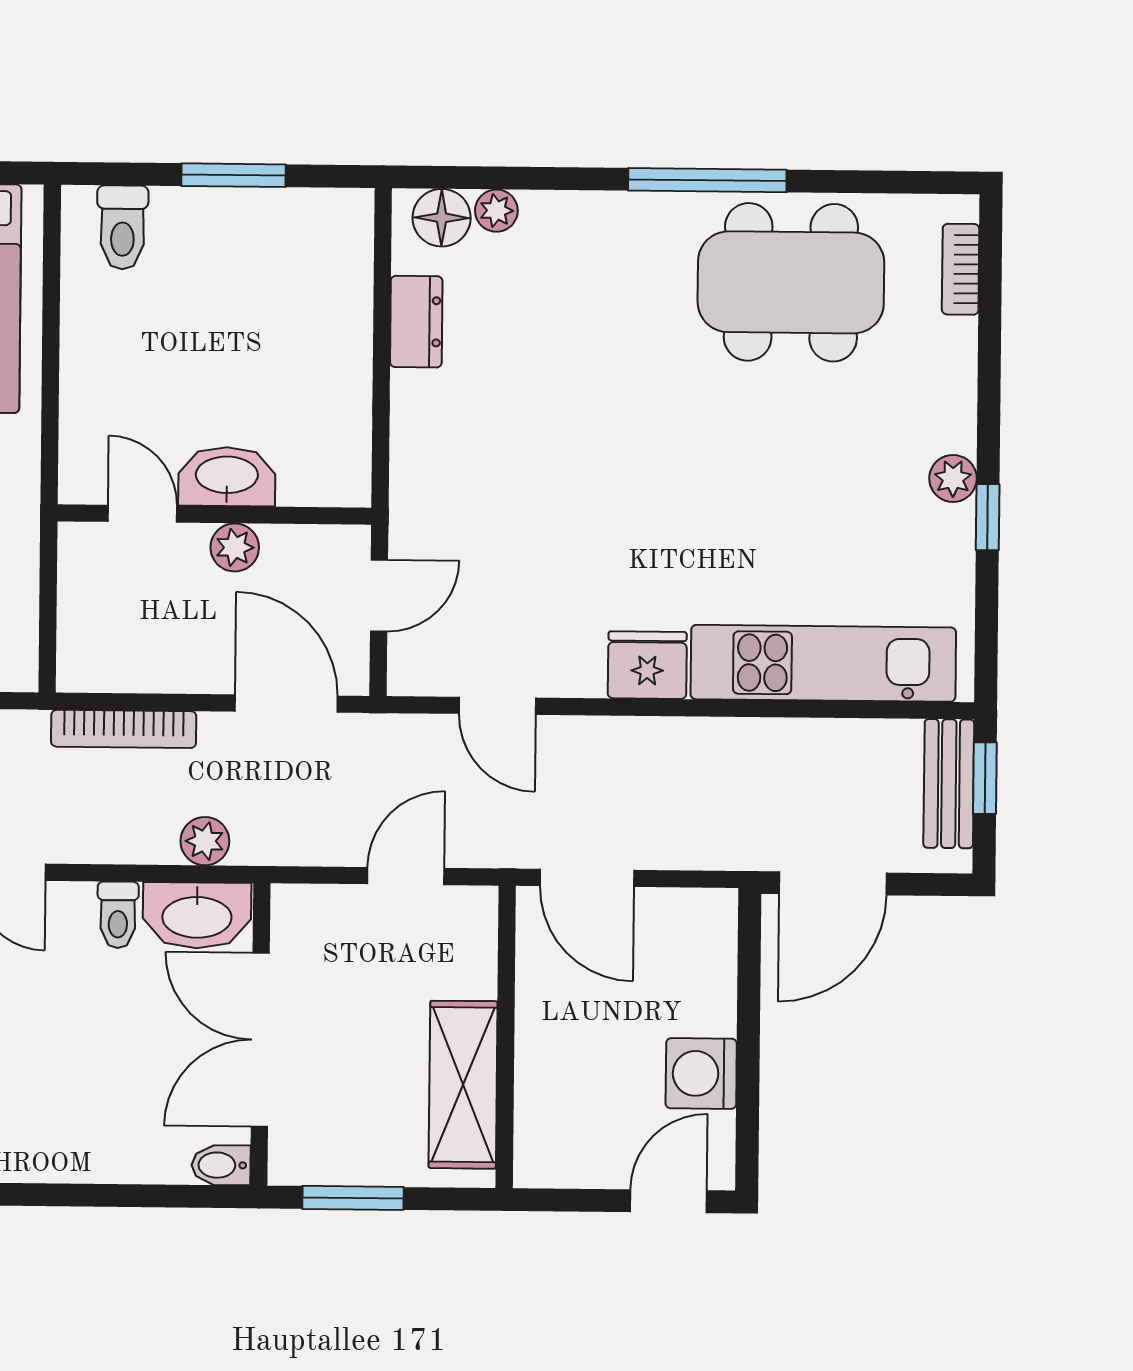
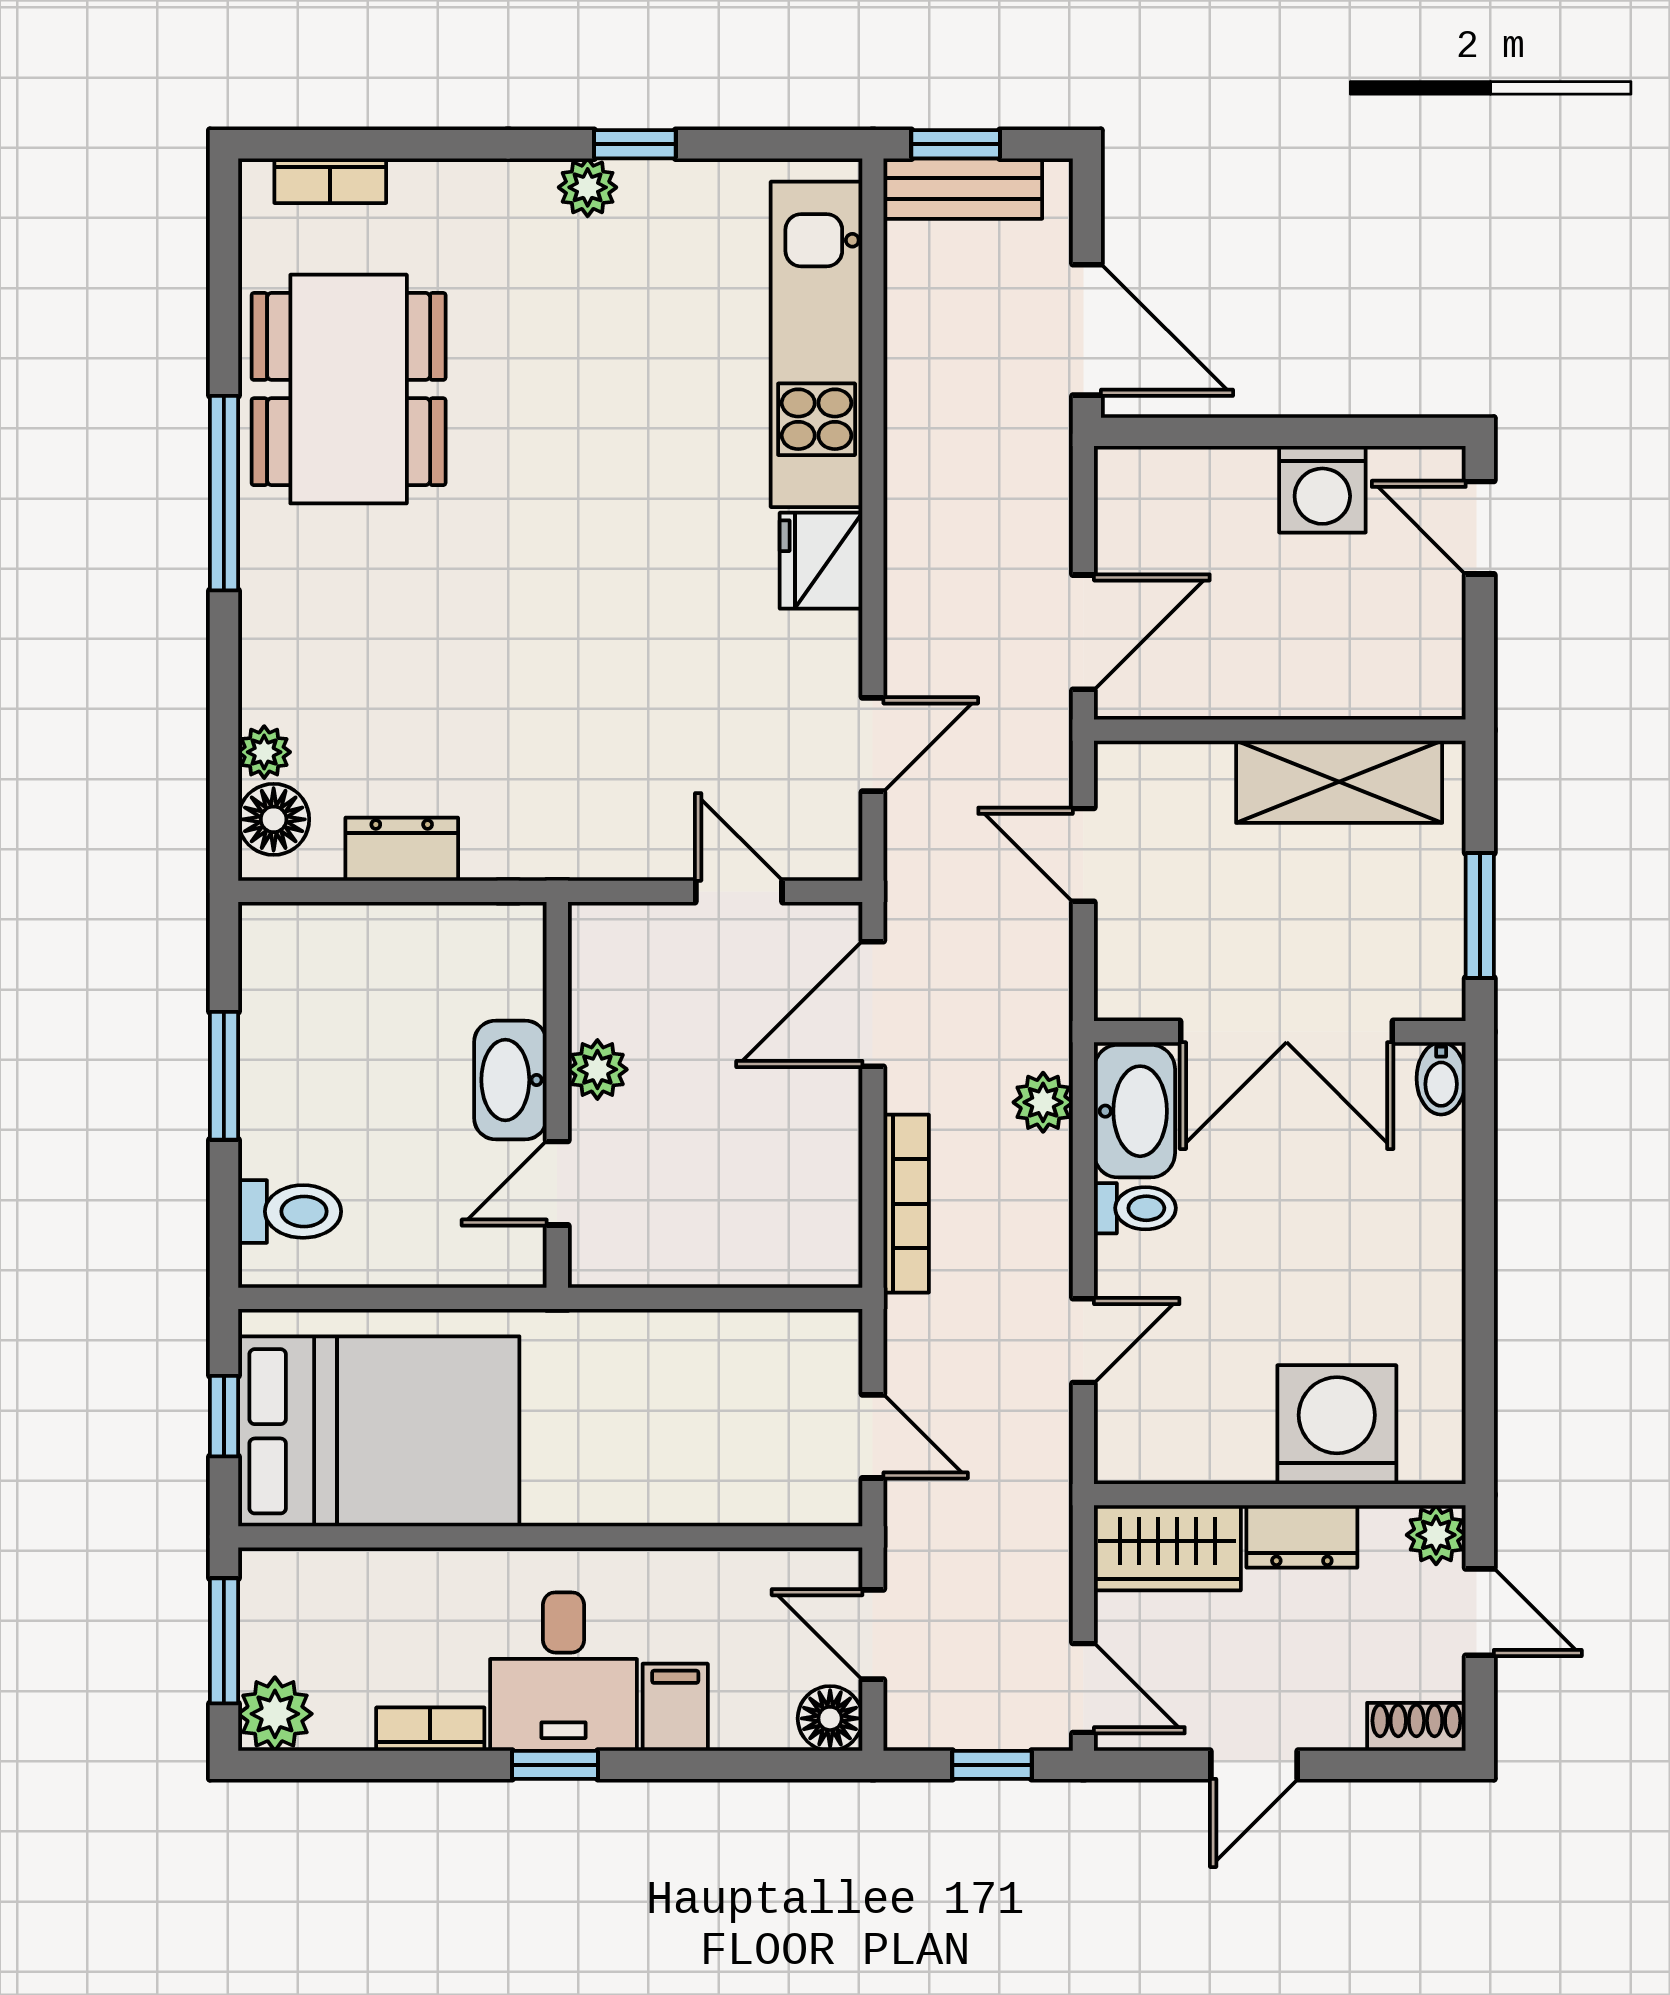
washbasin: (227, 477) -> (510, 1080), moved
door: (143, 514) -> (557, 1183), moved
wall: (214, 515) -> (557, 1095), moved
plant: (235, 547) -> (597, 1069), moved

